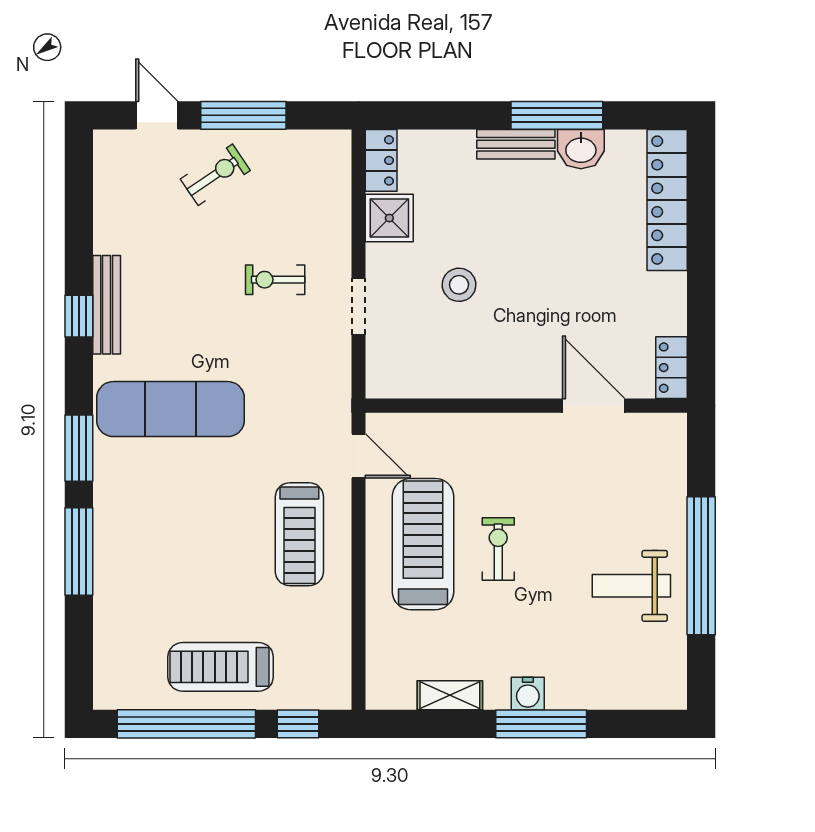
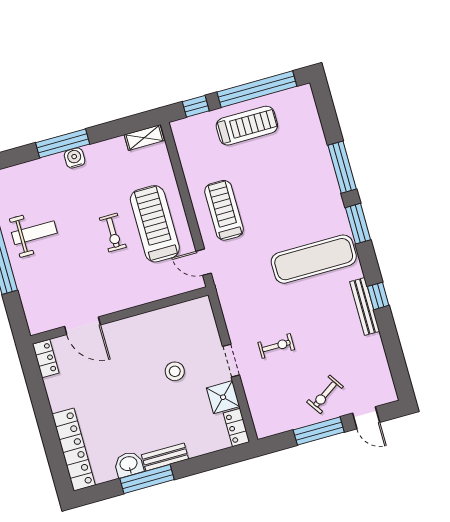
doorway: (359, 306) -> (231, 361), moved
treadmill: (423, 544) -> (155, 224), turned 180
shelving: (450, 695) -> (144, 138), moved

